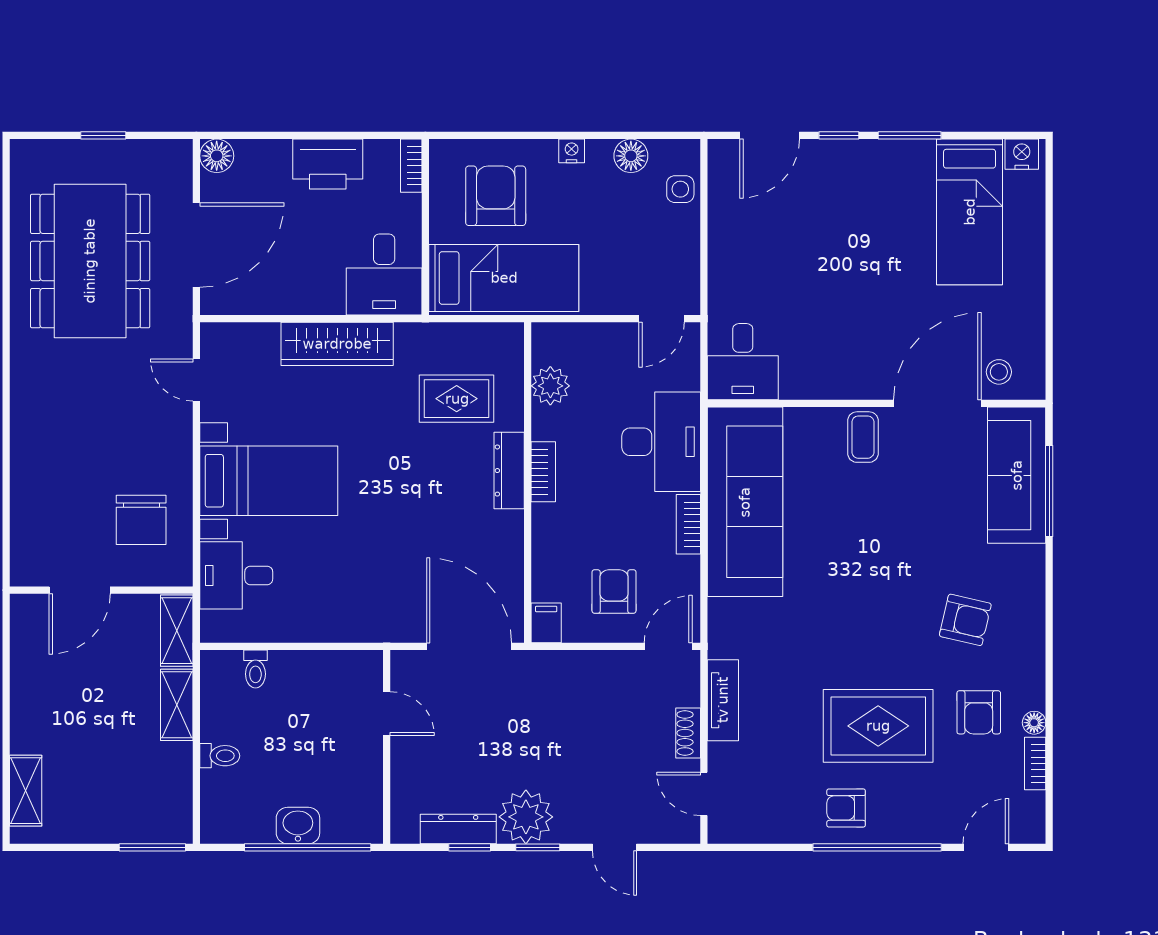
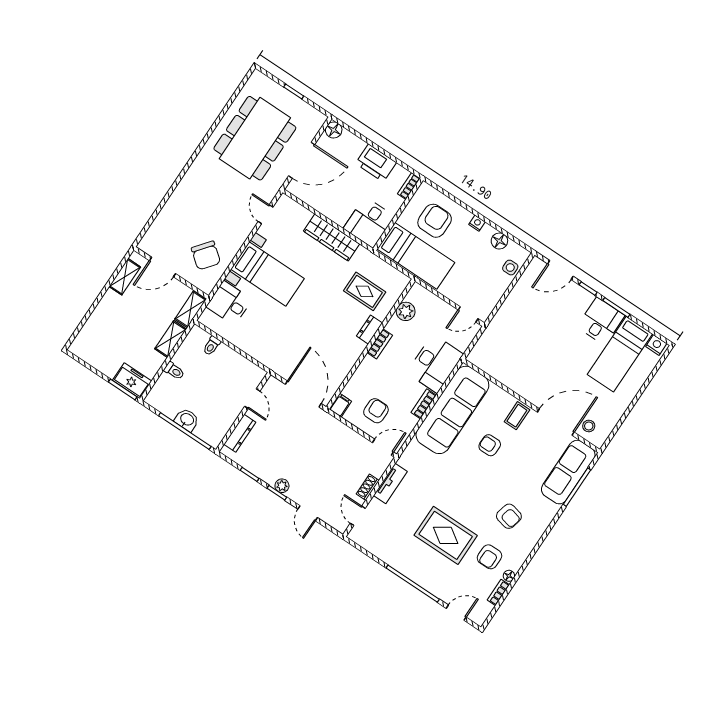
desk: (743, 362) -> (601, 321), moved, turned 180
dresser: (509, 471) -> (369, 330), width x0.70
chair: (141, 520) -> (206, 255), turned -52
shelving: (26, 791) -> (125, 277), moved
armchair: (846, 808) -> (490, 445), moved
plant: (526, 817) -> (282, 486), width x0.53, depth x0.53
freezer: (158, 821) -> (132, 381), added
dresser: (458, 829) -> (240, 433), moved, turned 90

